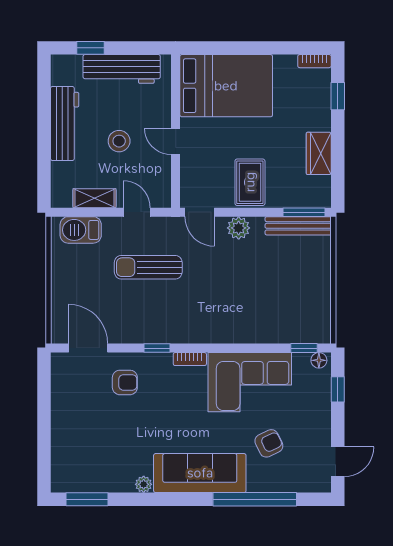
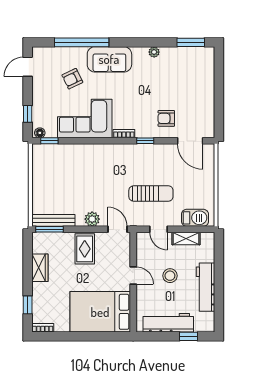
sofa: (200, 473) -> (109, 59), width x0.73

